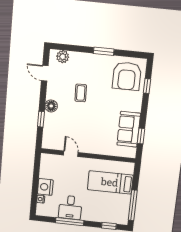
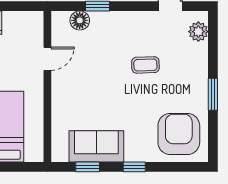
armchair: (127, 76) -> (179, 134), turned 90
window: (147, 86) -> (134, 167), moved
floor lamp: (51, 106) -> (80, 20), moved

